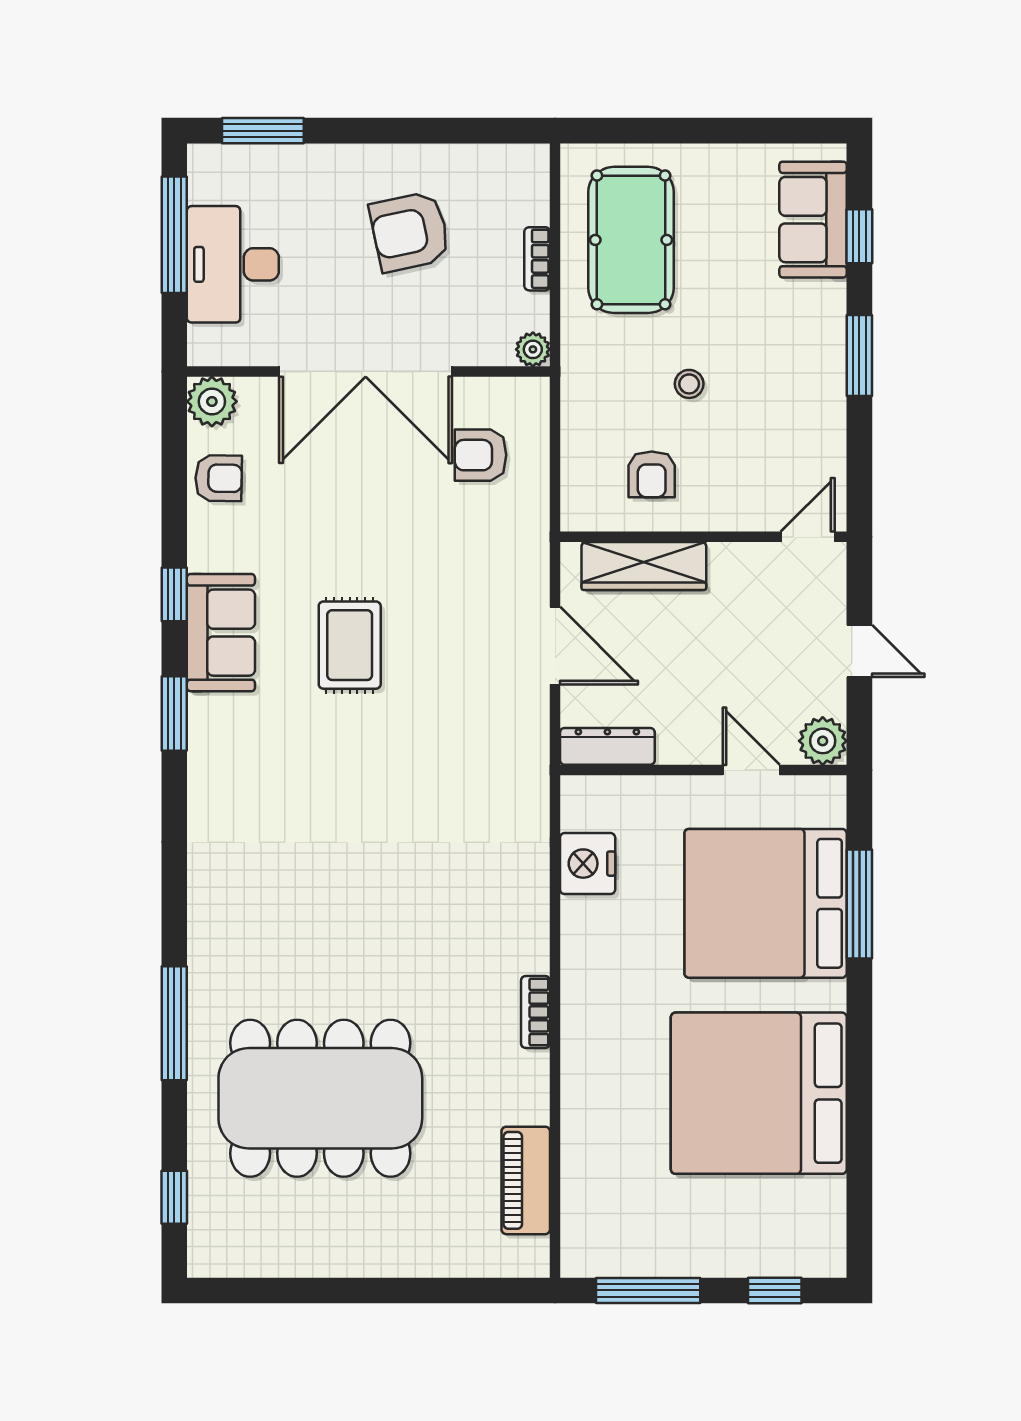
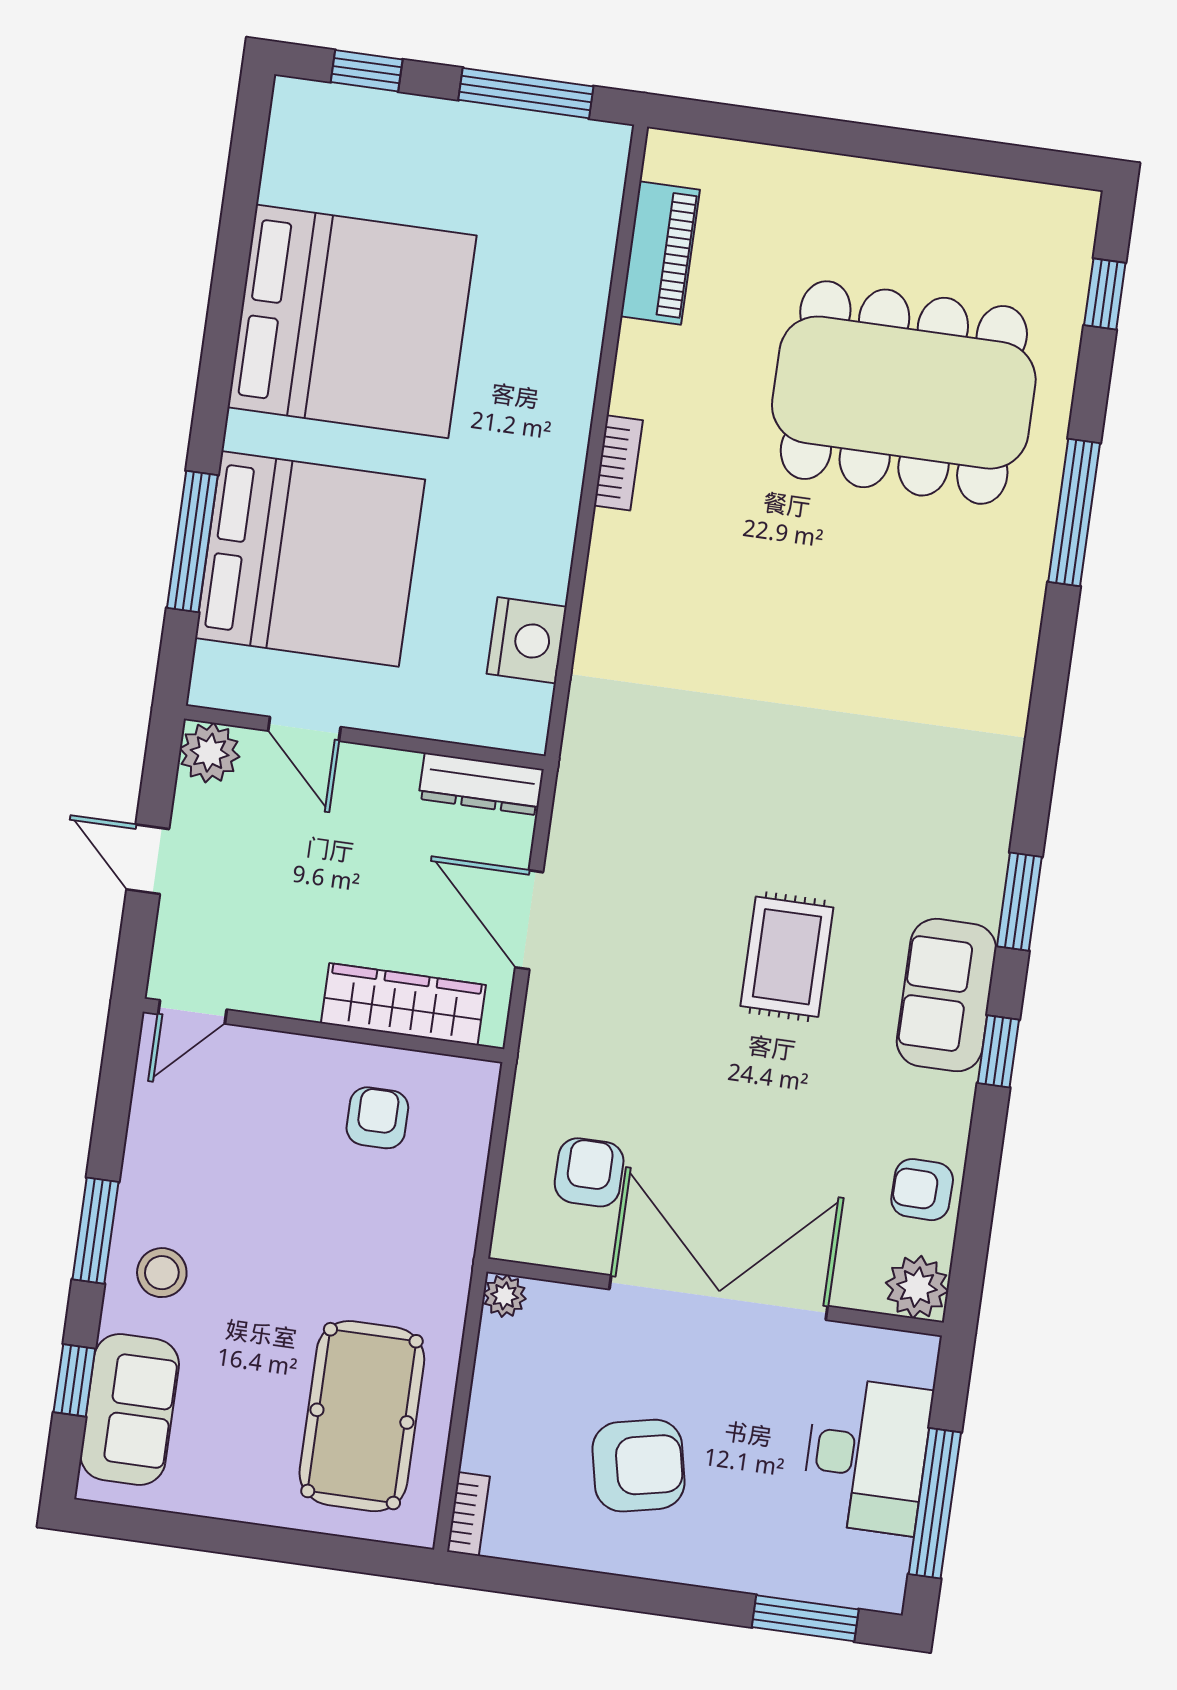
bookcase: (537, 259) -> (468, 1514), moved
stool: (689, 384) -> (162, 1273), moved, width x1.37, depth x1.37
armchair: (480, 455) -> (589, 1172), turned -90

